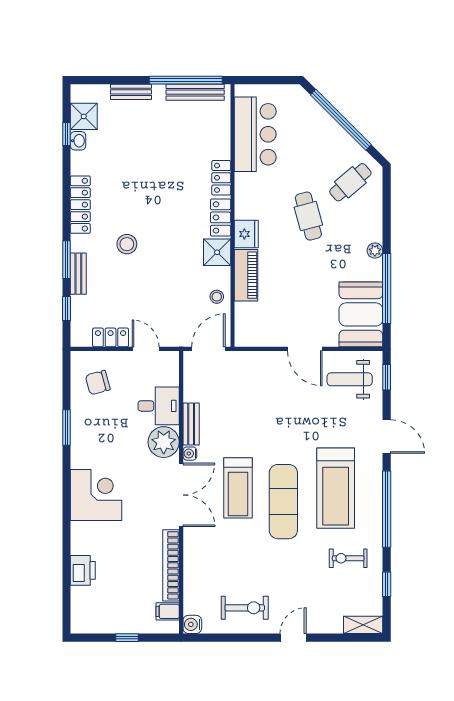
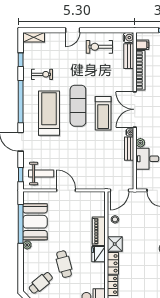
booth: (361, 314) -> (35, 222), moved
plant: (164, 442) -> (140, 143), width x0.53, depth x0.53
treadmill: (238, 488) -> (103, 113), turned 180
bench: (192, 591) -> (129, 56), added

